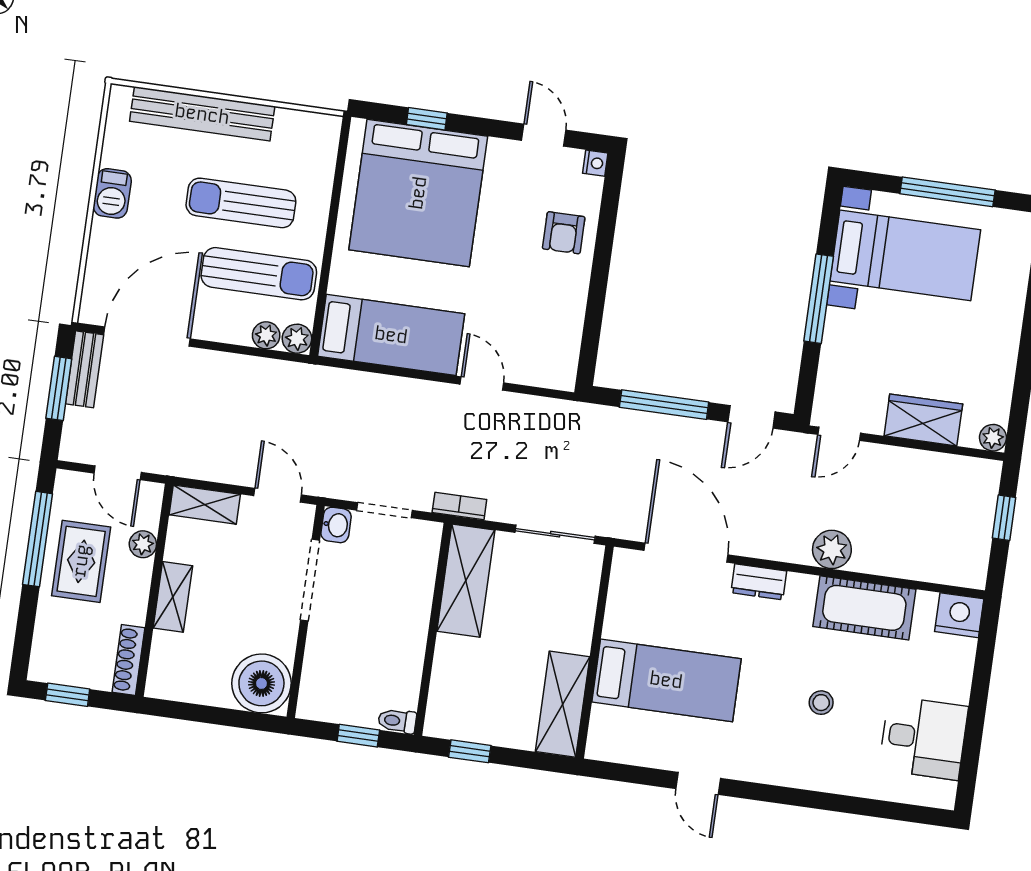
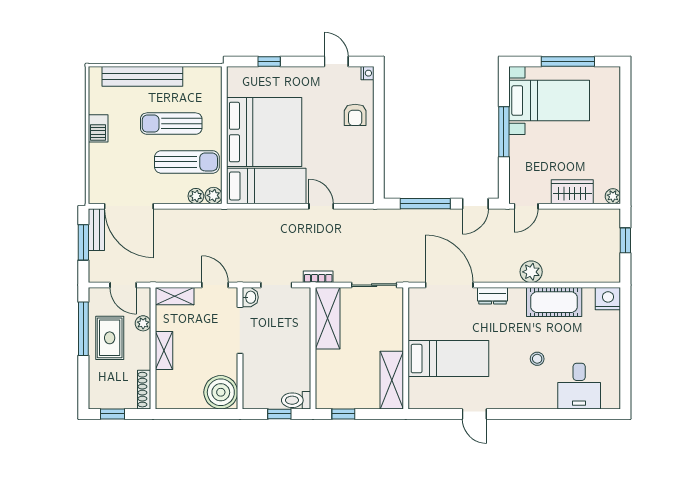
bed: (418, 193) -> (264, 132), moved, turned -90
door: (147, 337) -> (129, 206), swing flipped
toilet: (397, 721) -> (296, 400), width x1.37, depth x1.39
desk: (923, 738) -> (579, 386), moved, turned 90

